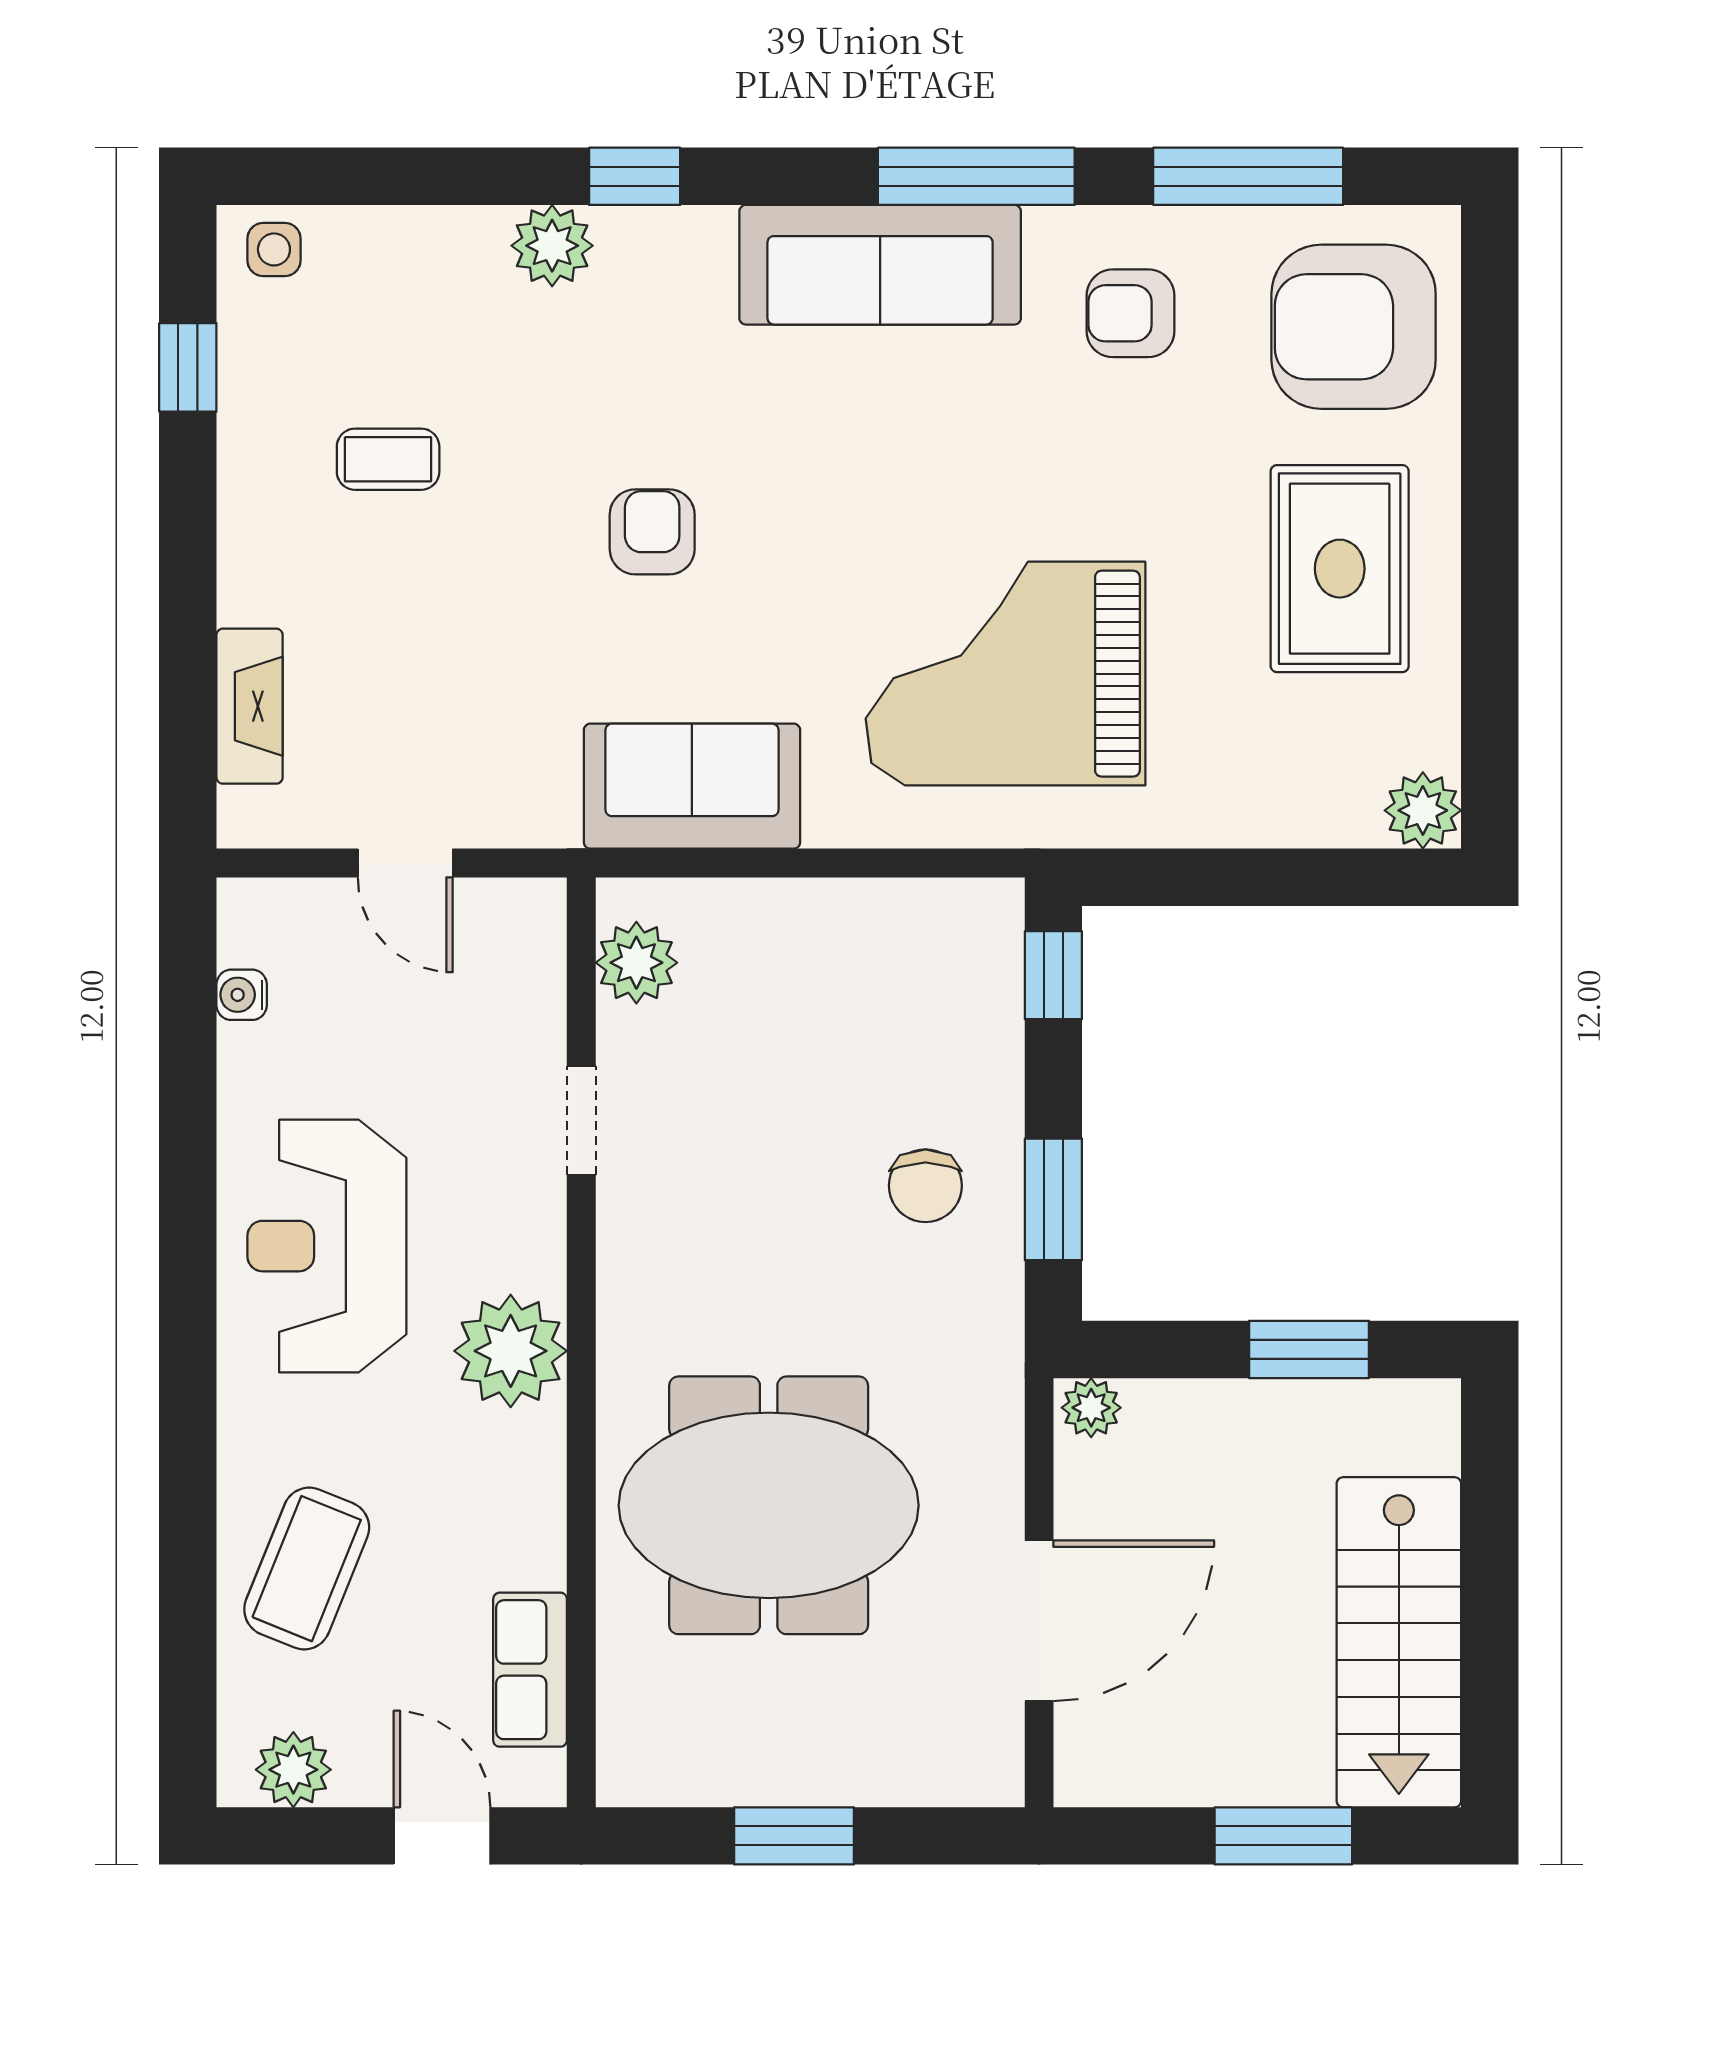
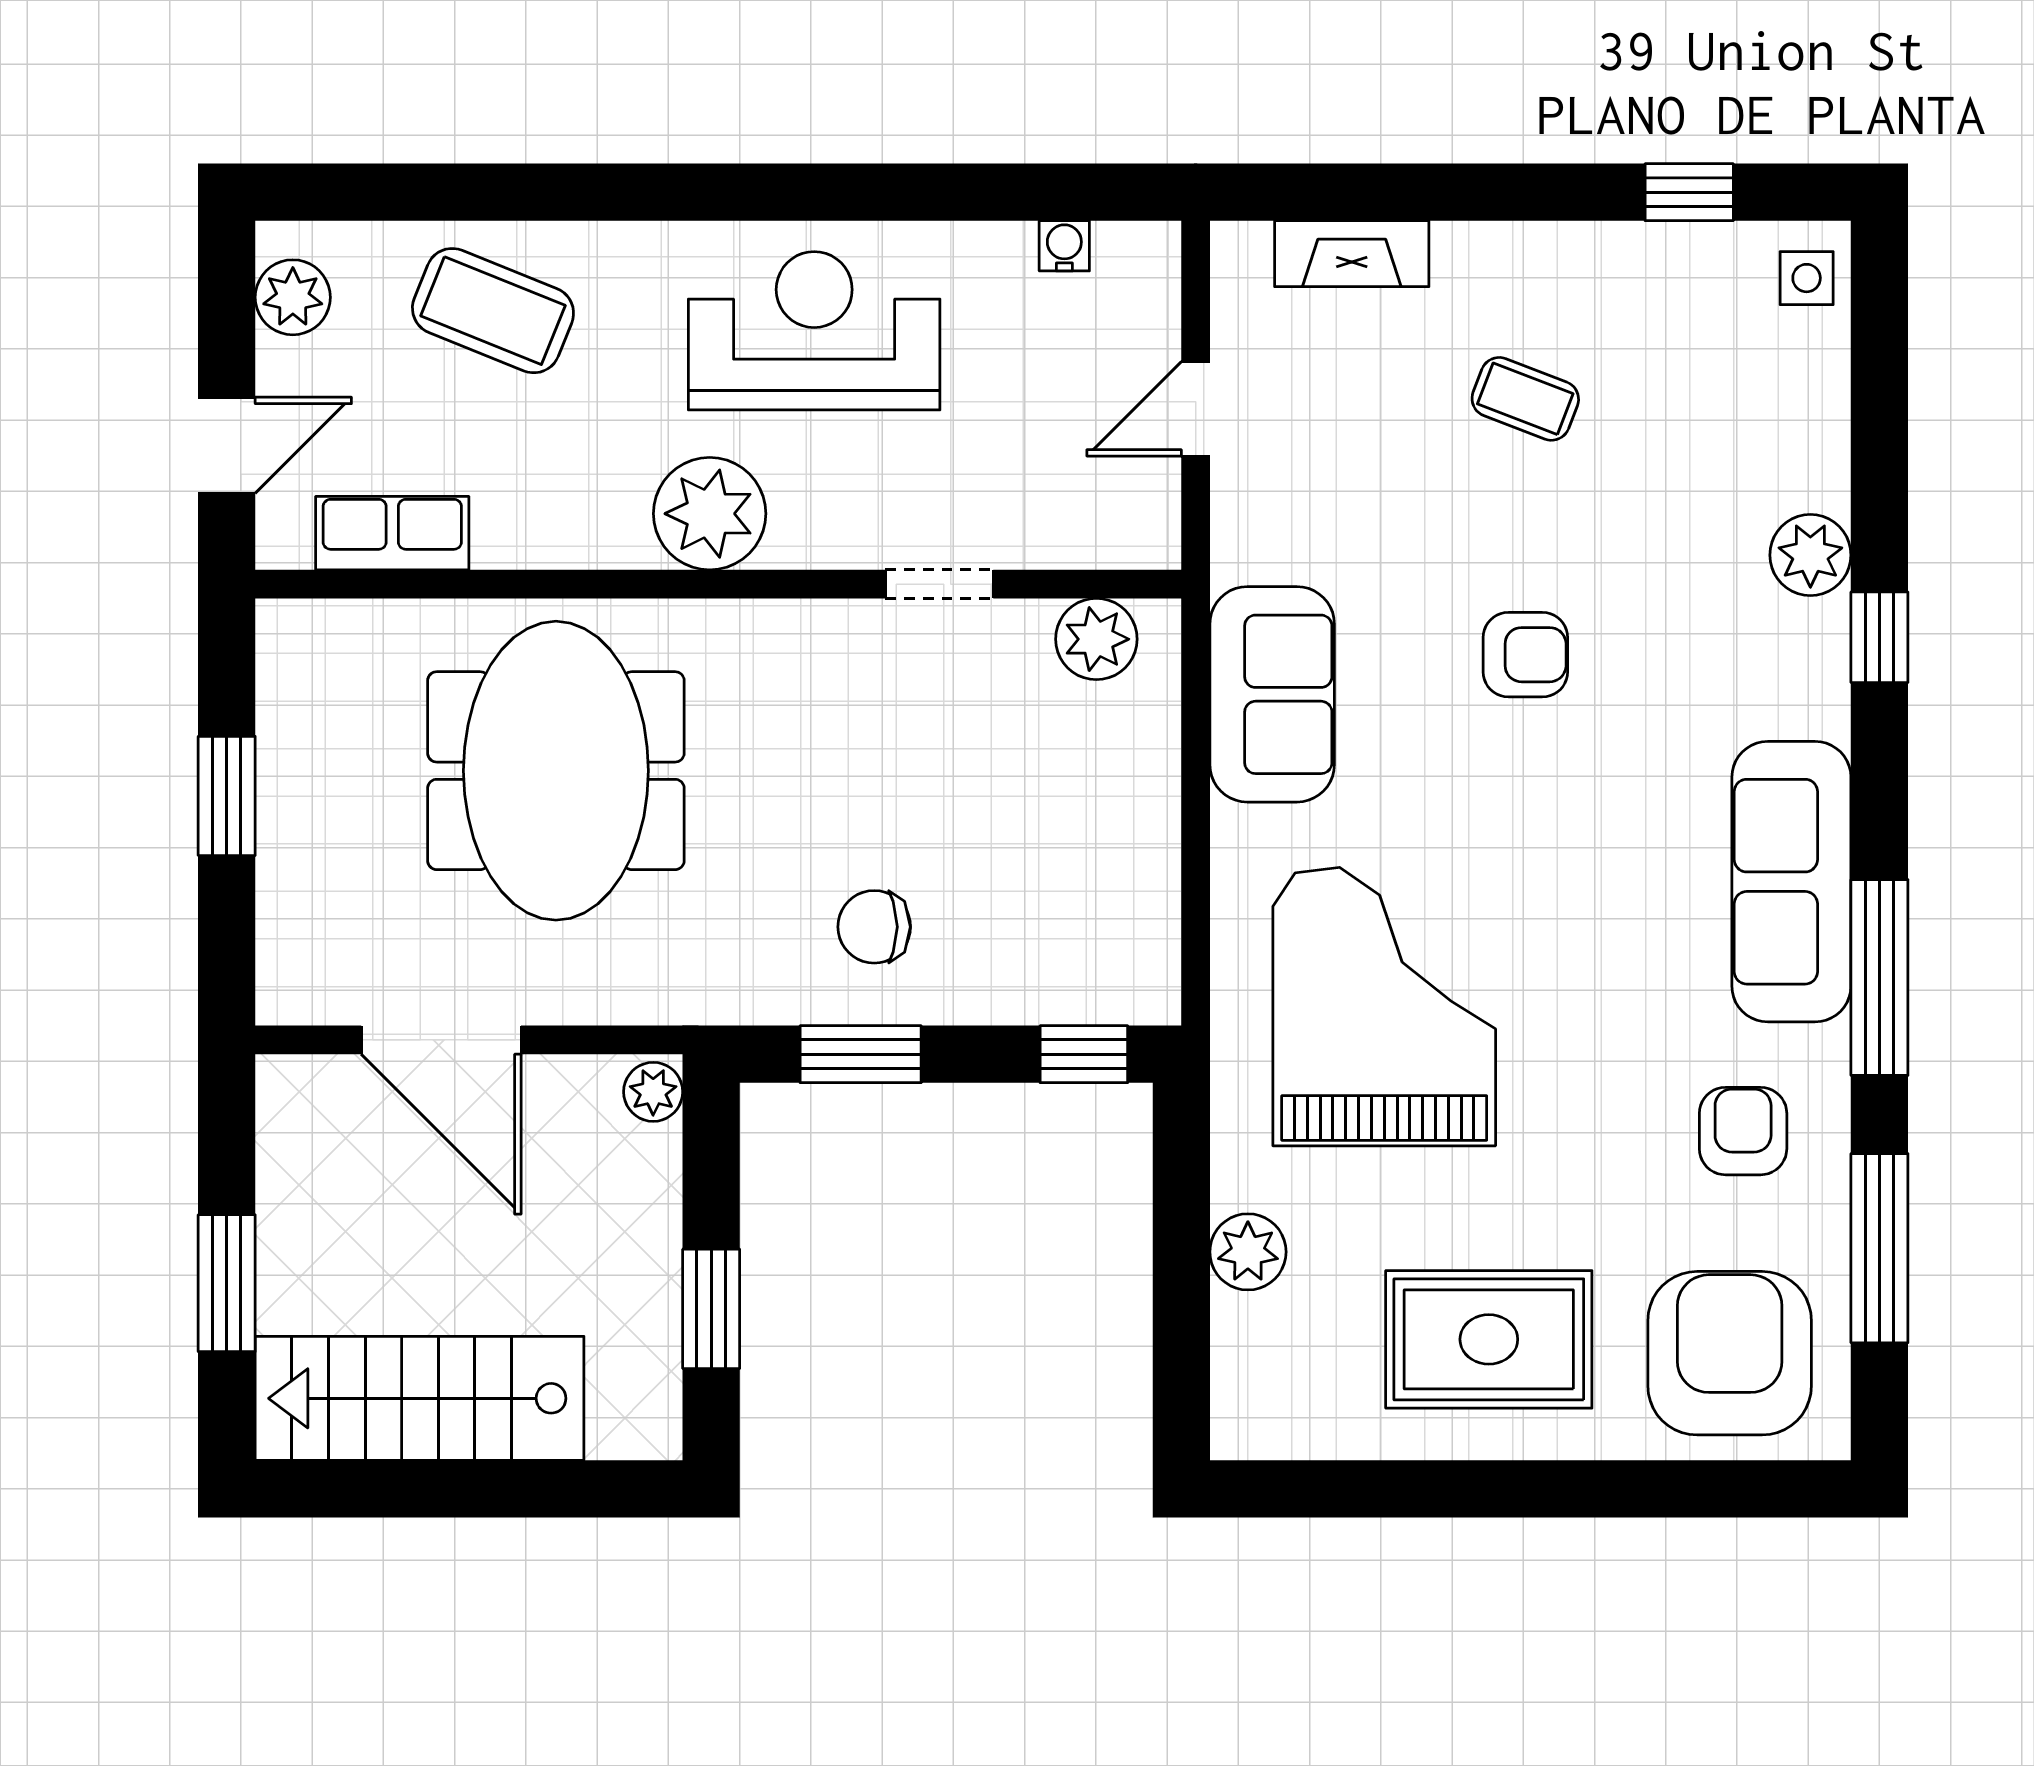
coffee table: (388, 459) -> (1525, 399), moved, turned -69
plant: (1423, 810) -> (1248, 1252), moved

